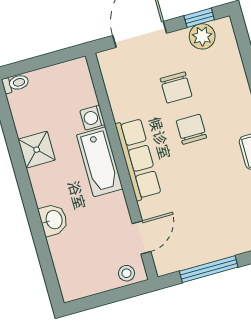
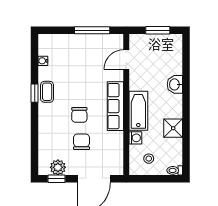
stool: (127, 273) -> (149, 159), moved
window: (105, 298) -> (158, 30), added

